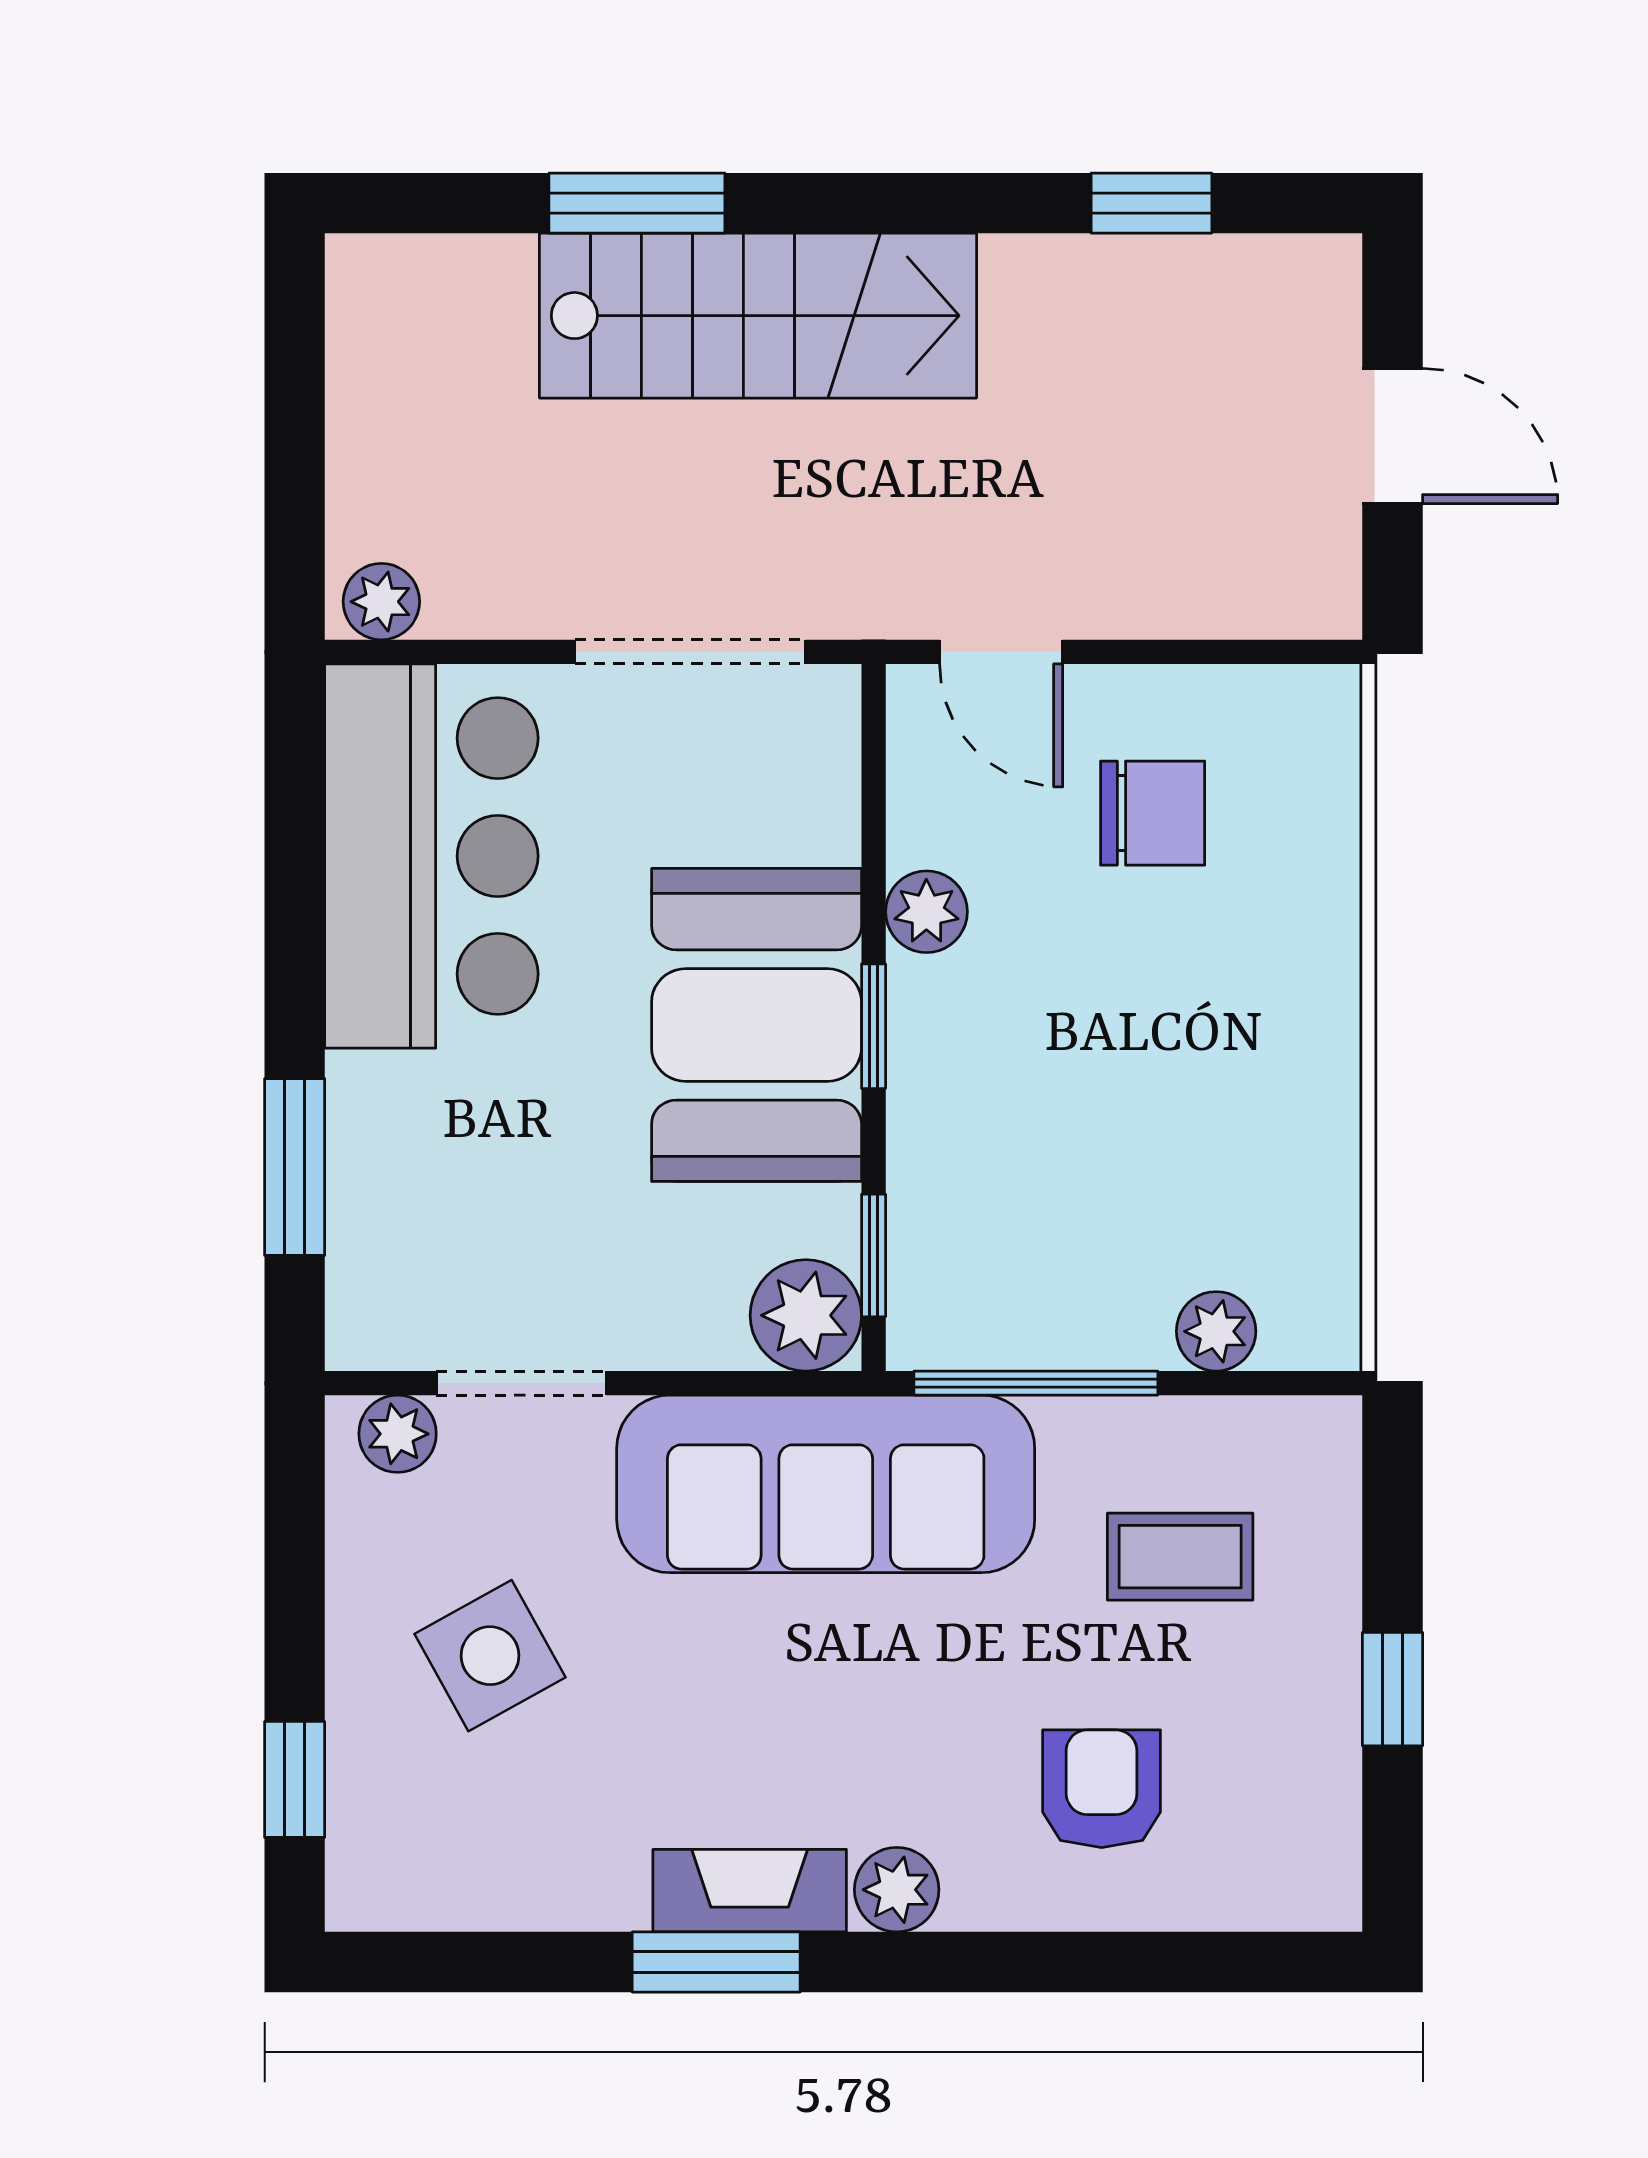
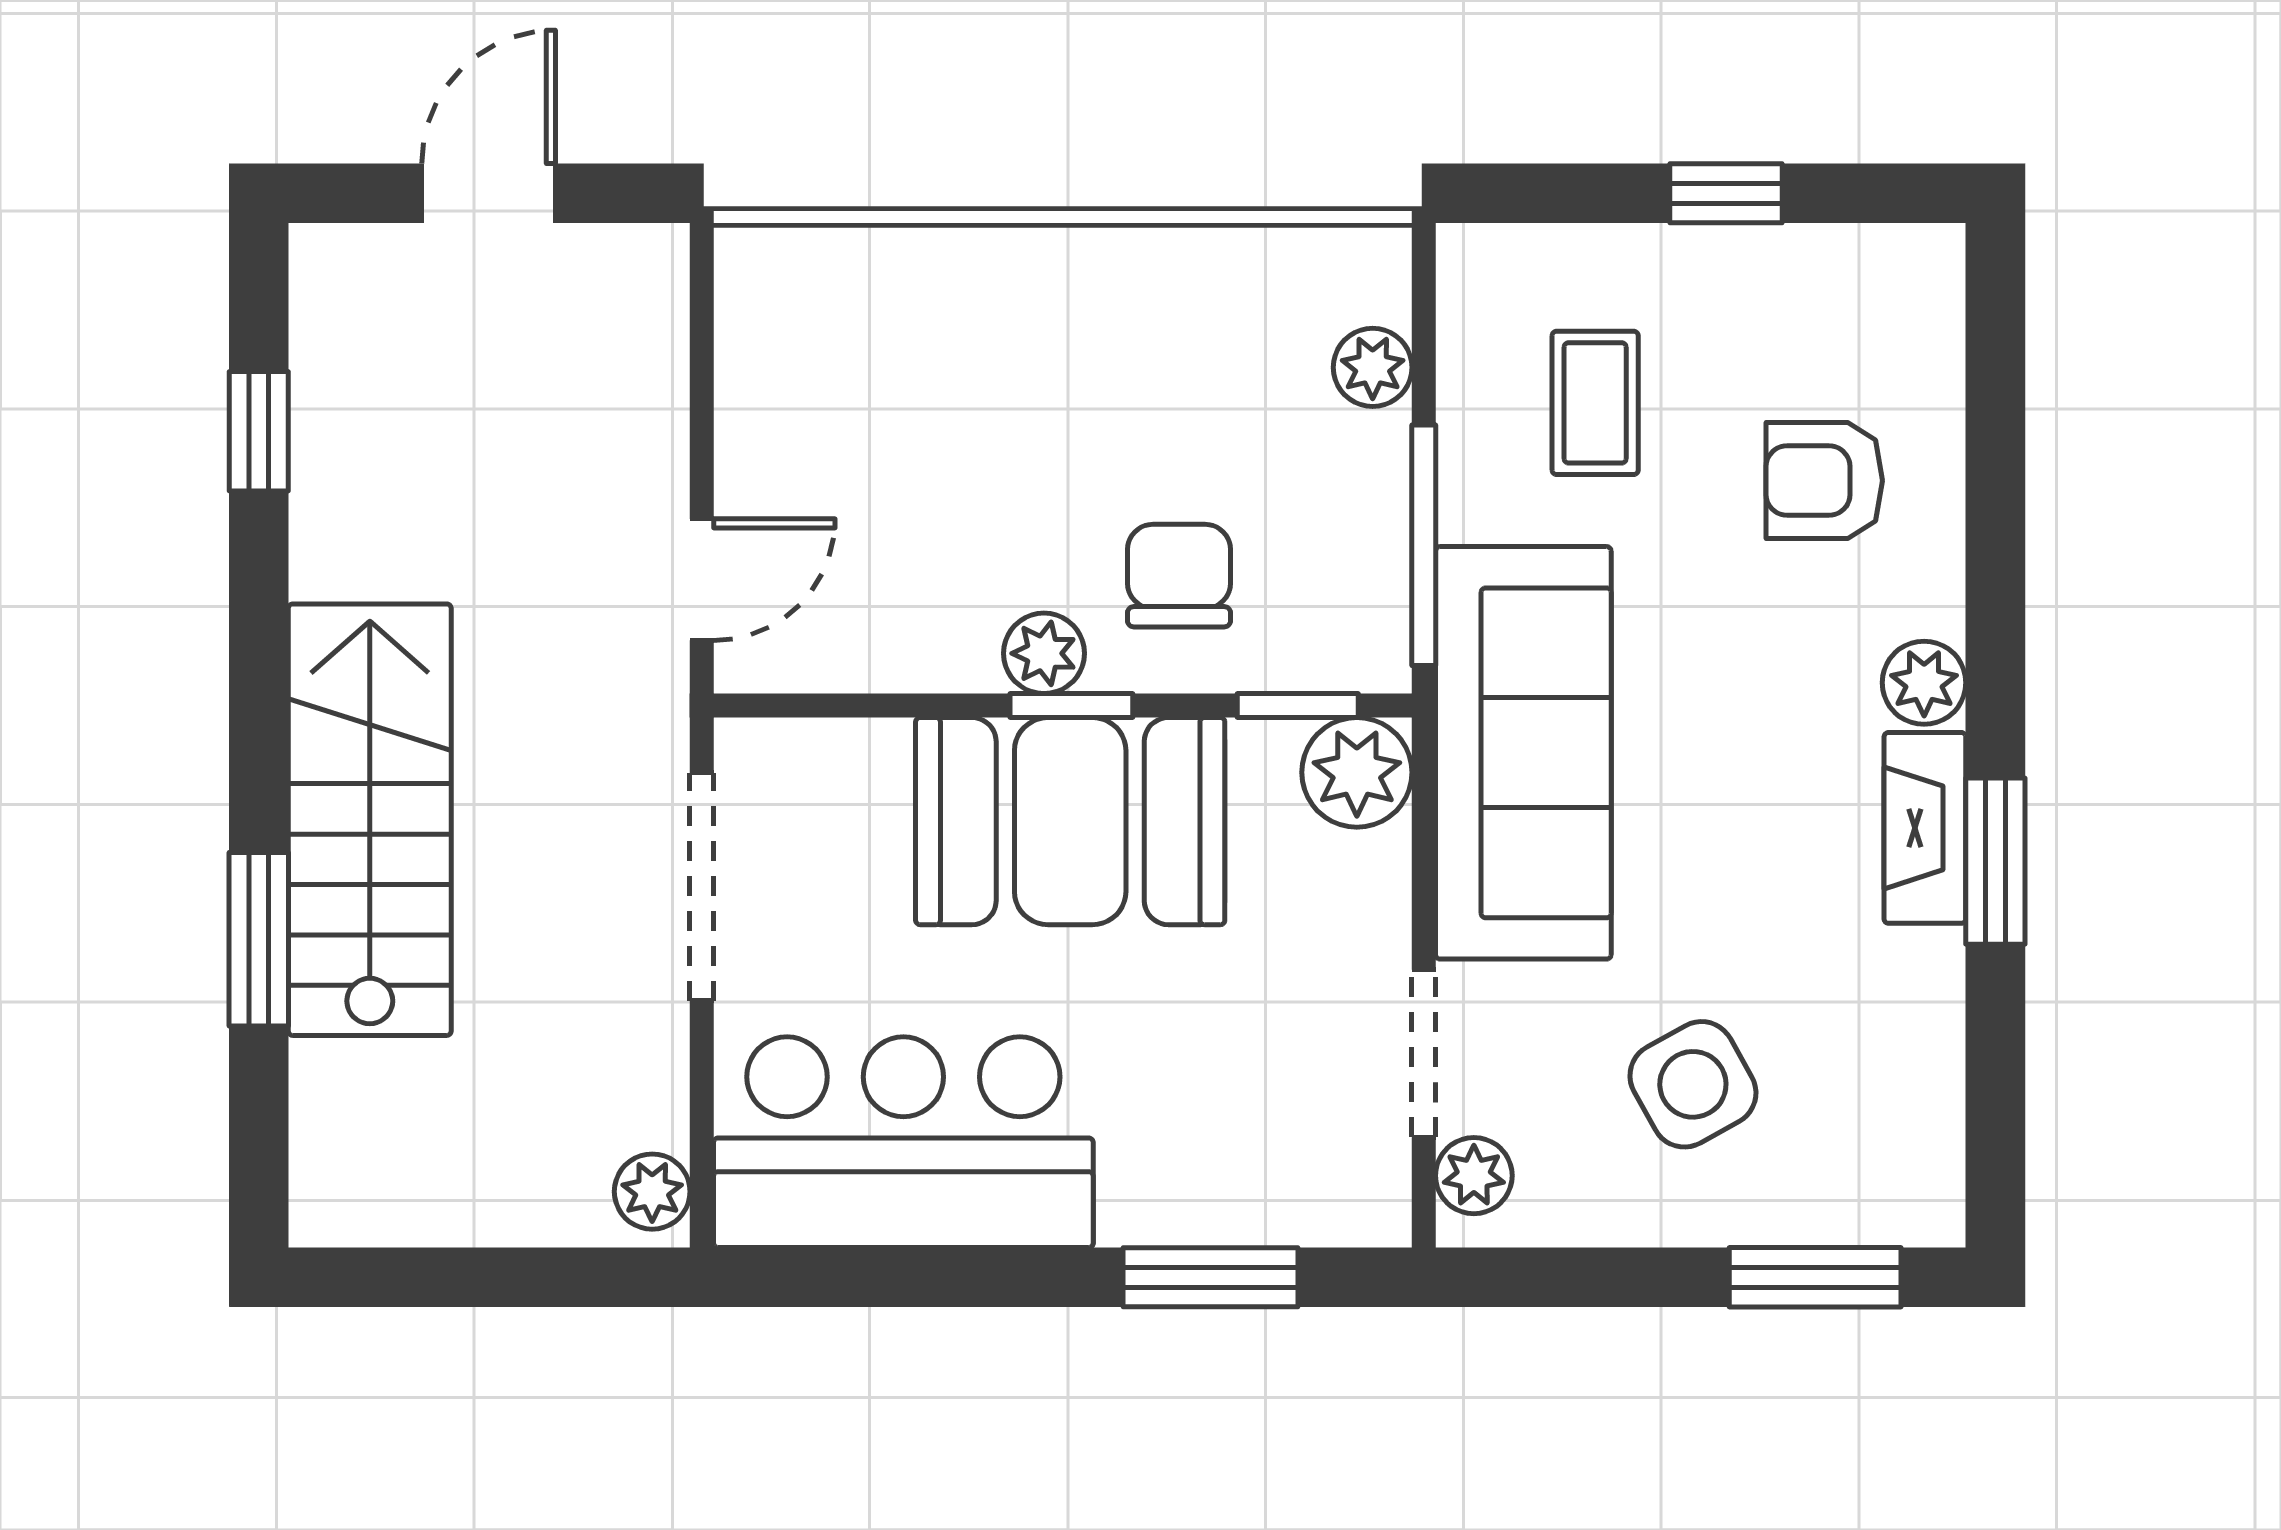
chair: (1153, 813) -> (1179, 576), moved
plant: (926, 912) -> (1044, 653), moved
window: (295, 1779) -> (1815, 1277), width x1.50

